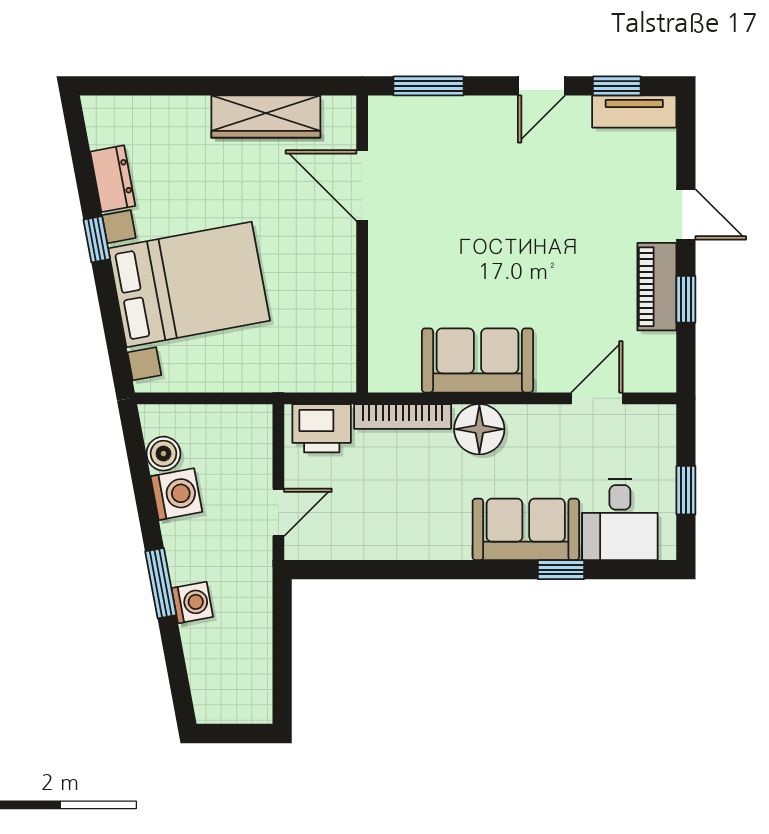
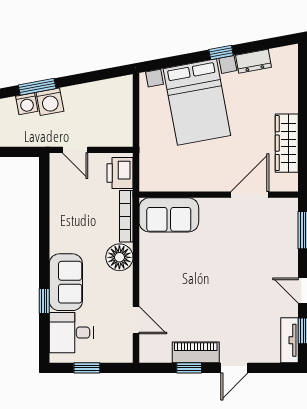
sofa: (478, 360) -> (169, 215), moved, turned 90
boiler: (163, 454) -> (106, 88), removed
washing machine: (176, 494) -> (50, 102), moved

